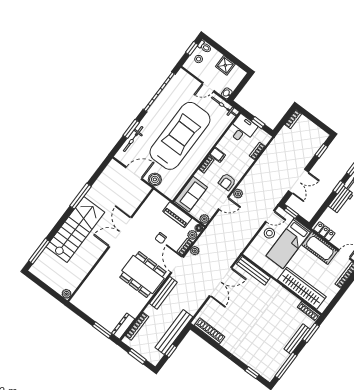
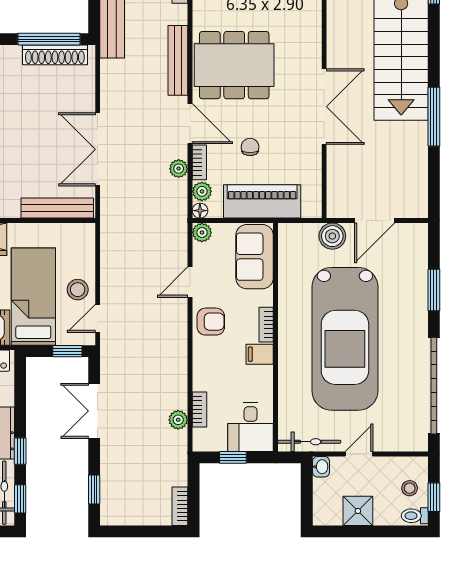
bicycle: (133, 139) -> (418, 276), removed
armchair: (227, 182) -> (211, 322), turned 90
plant: (238, 194) -> (178, 420), moved
piano: (177, 215) -> (262, 201), width x1.37, depth x1.33
window: (207, 339) -> (49, 39), added

